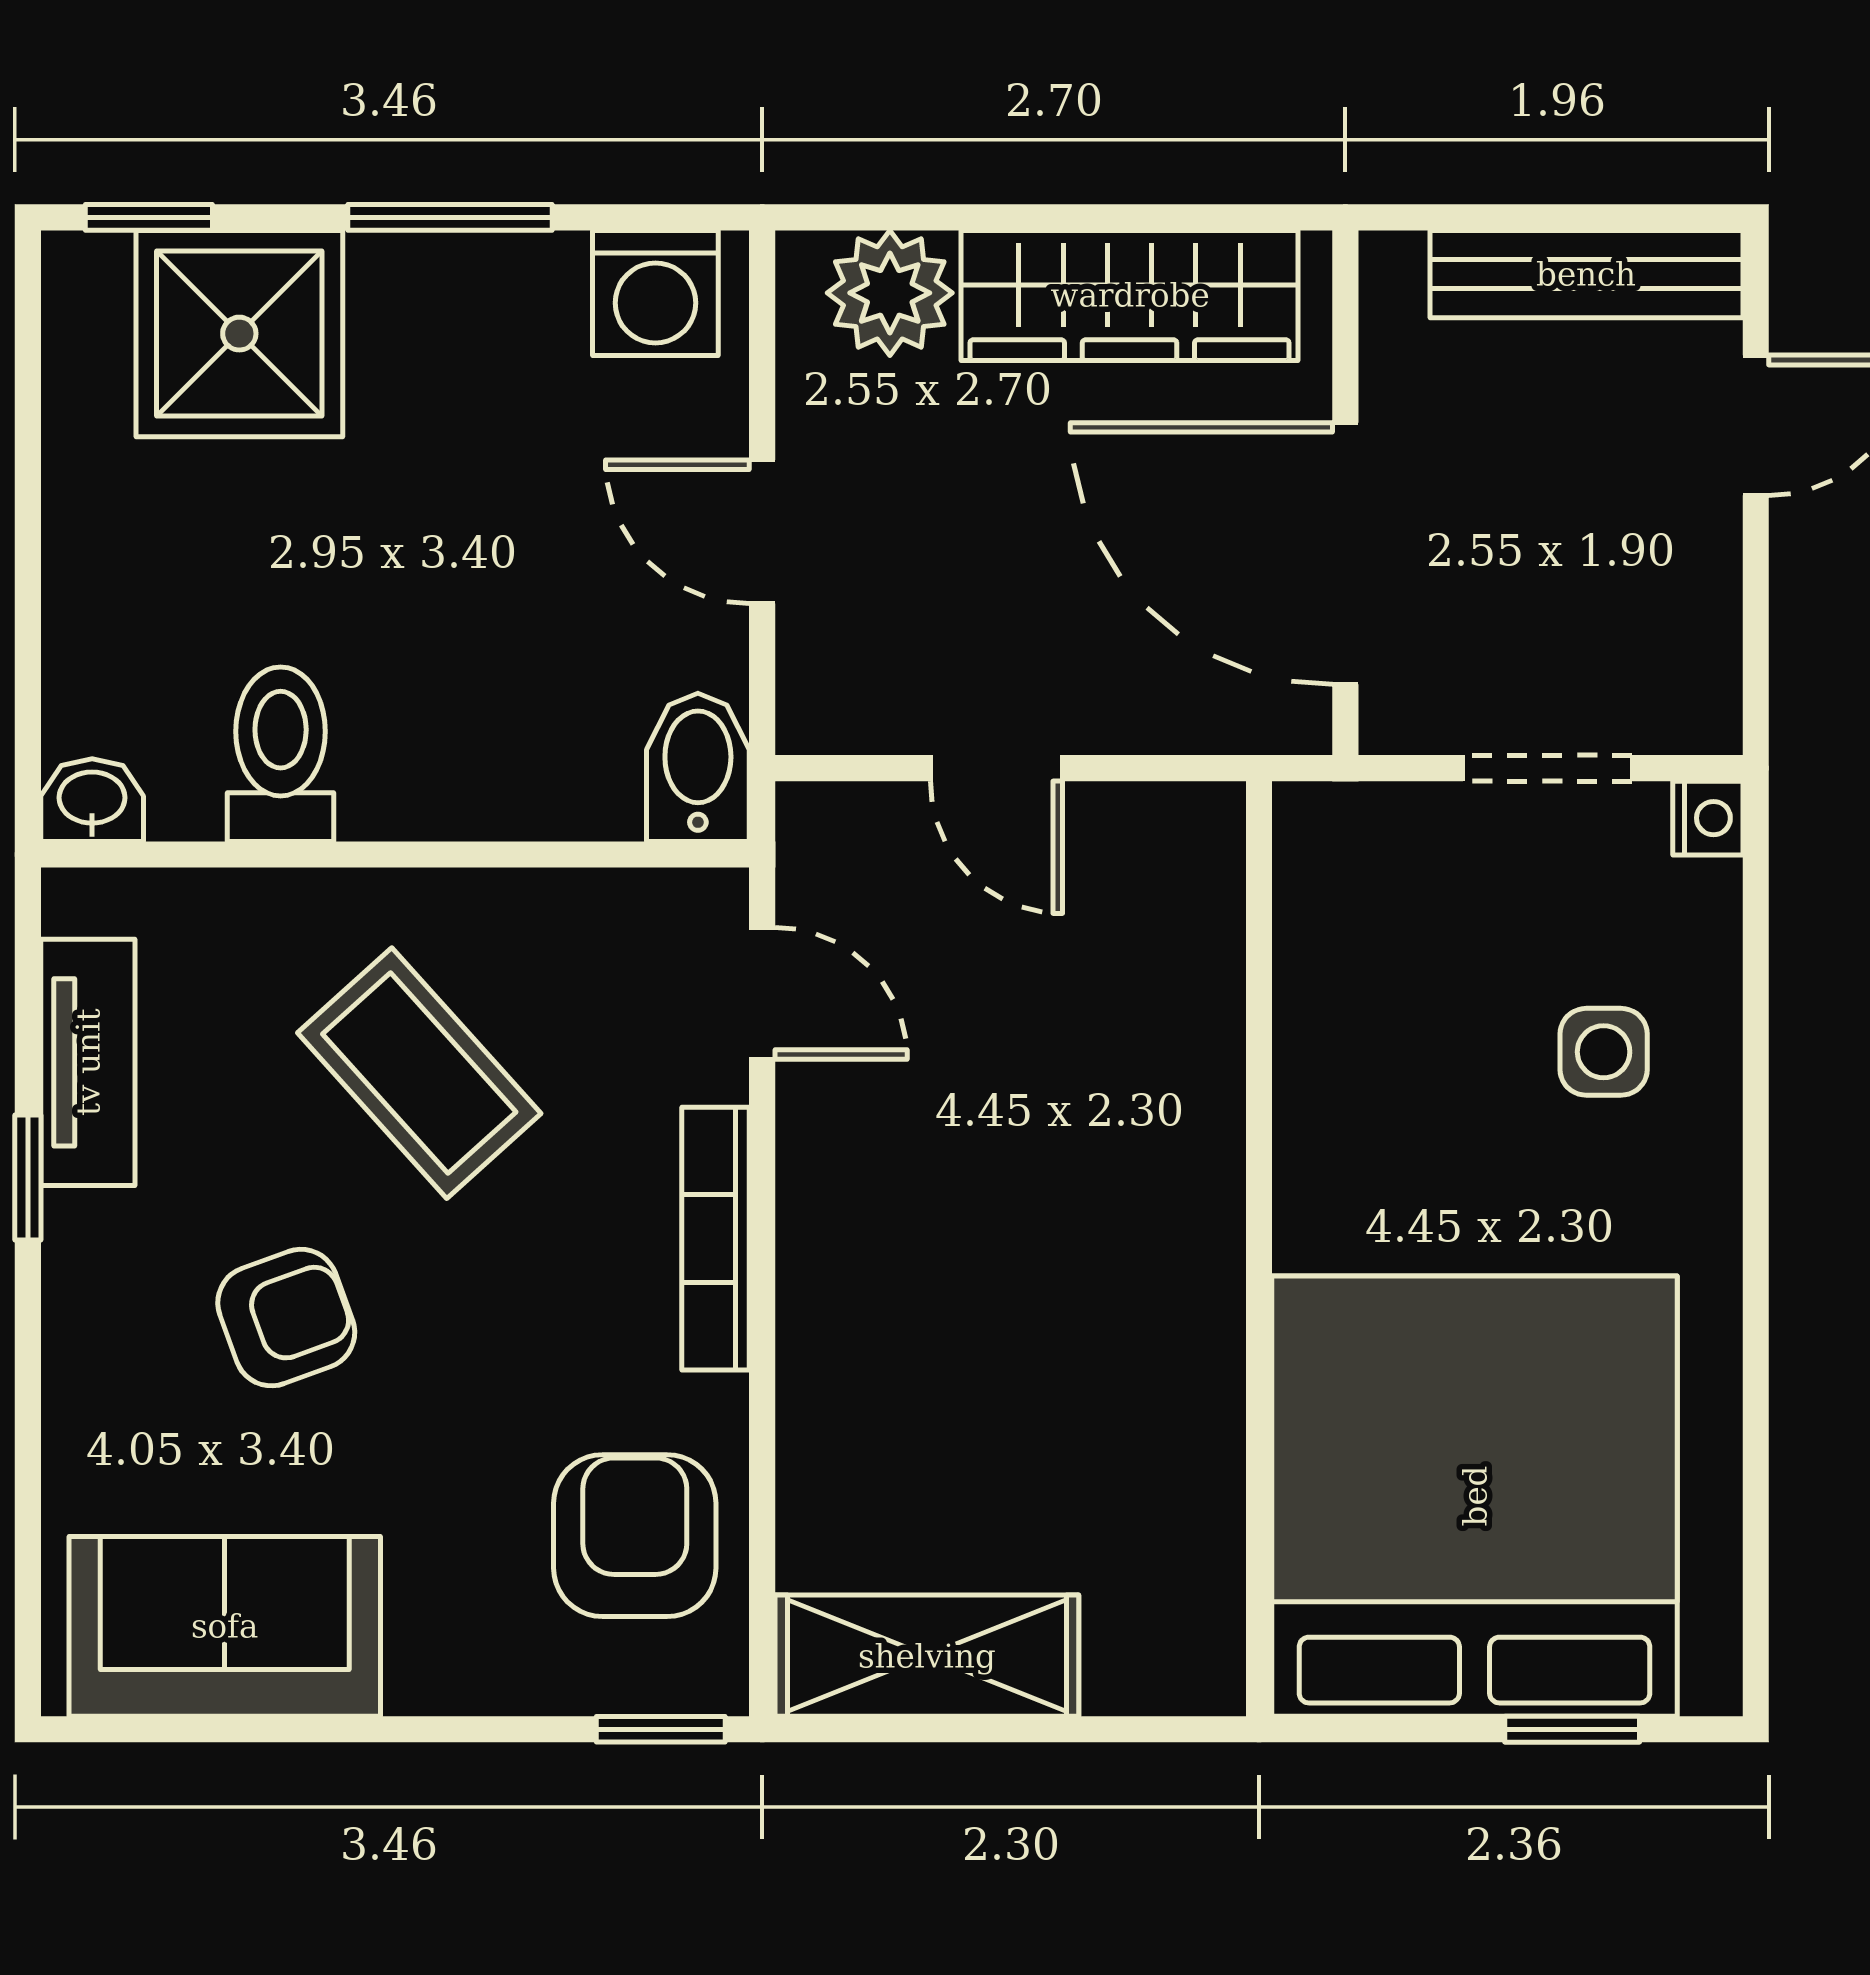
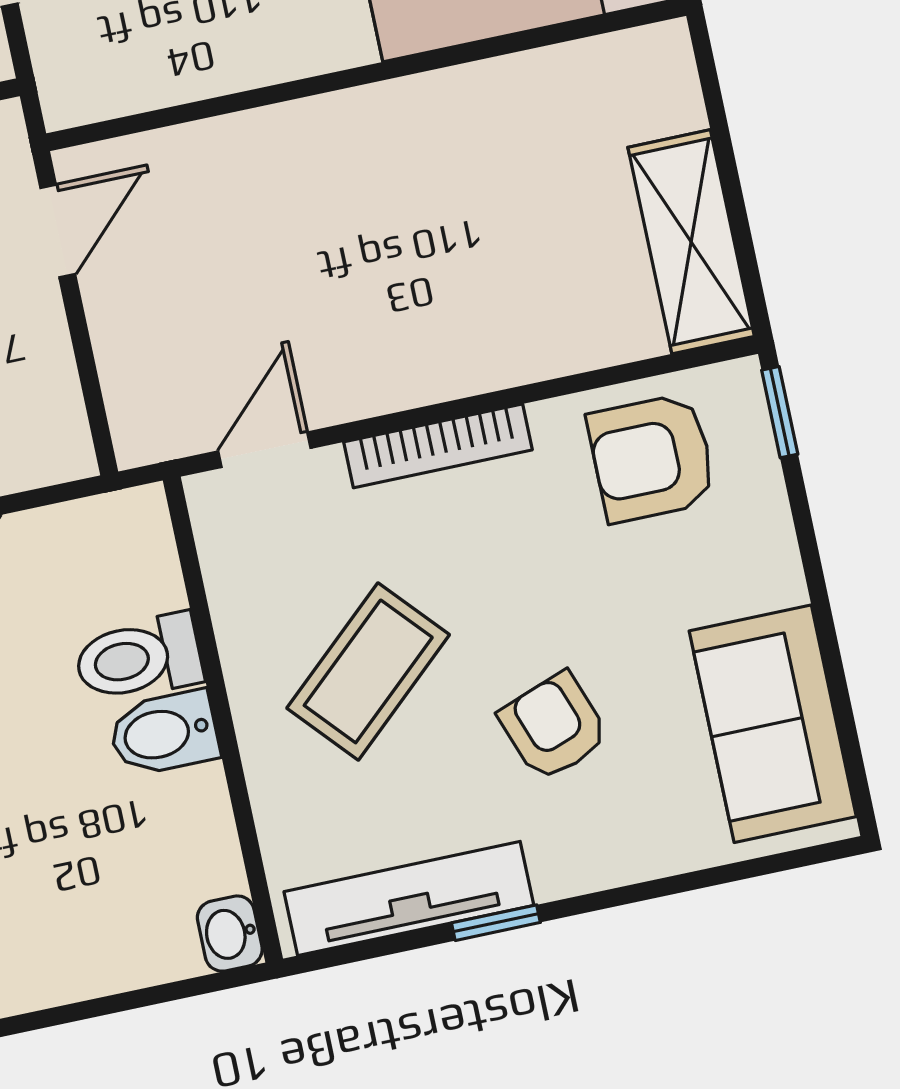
toilet: (281, 754) -> (139, 658), moved
bidet: (698, 767) -> (164, 733), moved
door: (997, 768) -> (58, 231), moved
tv unit: (88, 1062) -> (409, 898), width x1.41

